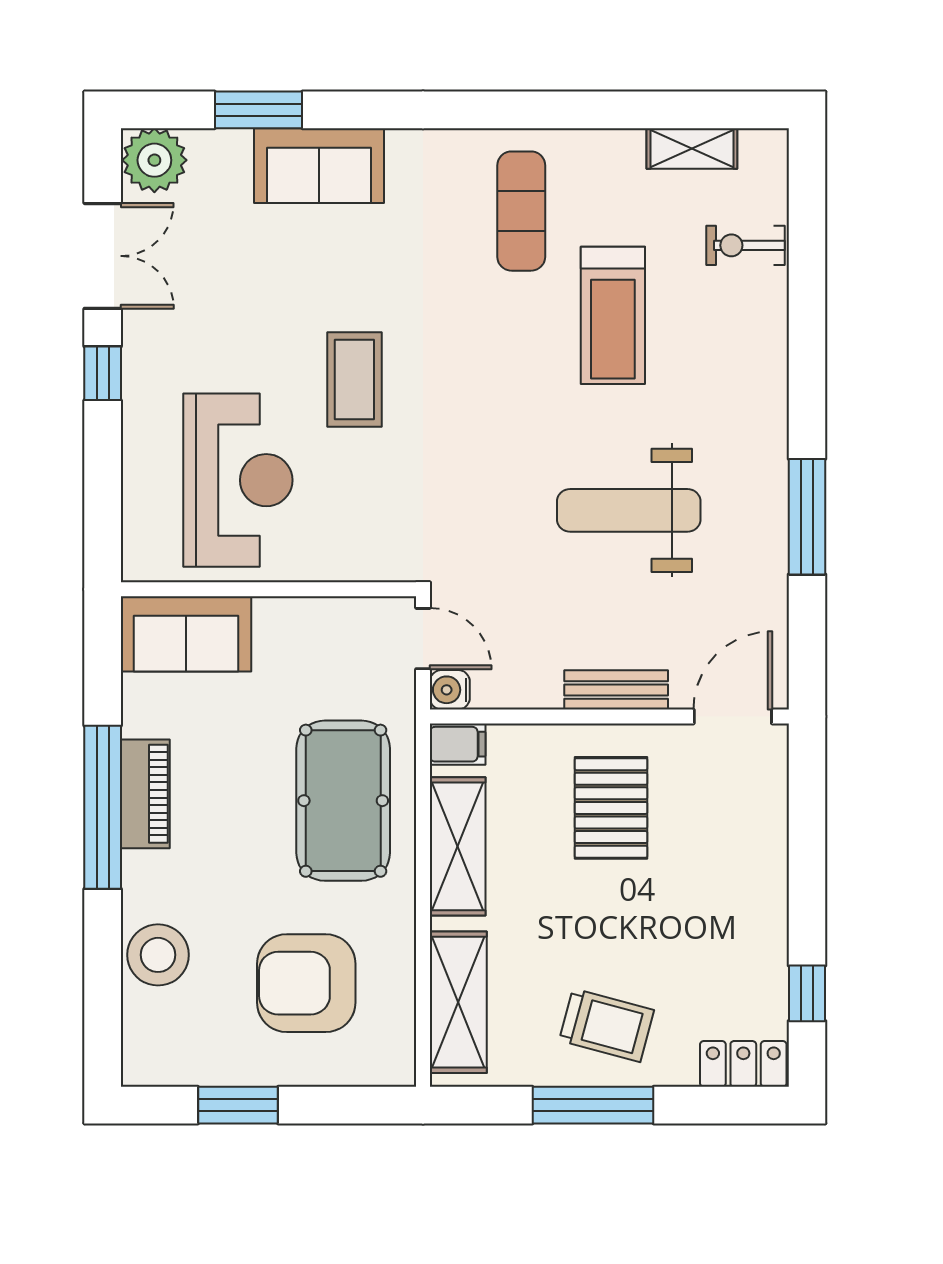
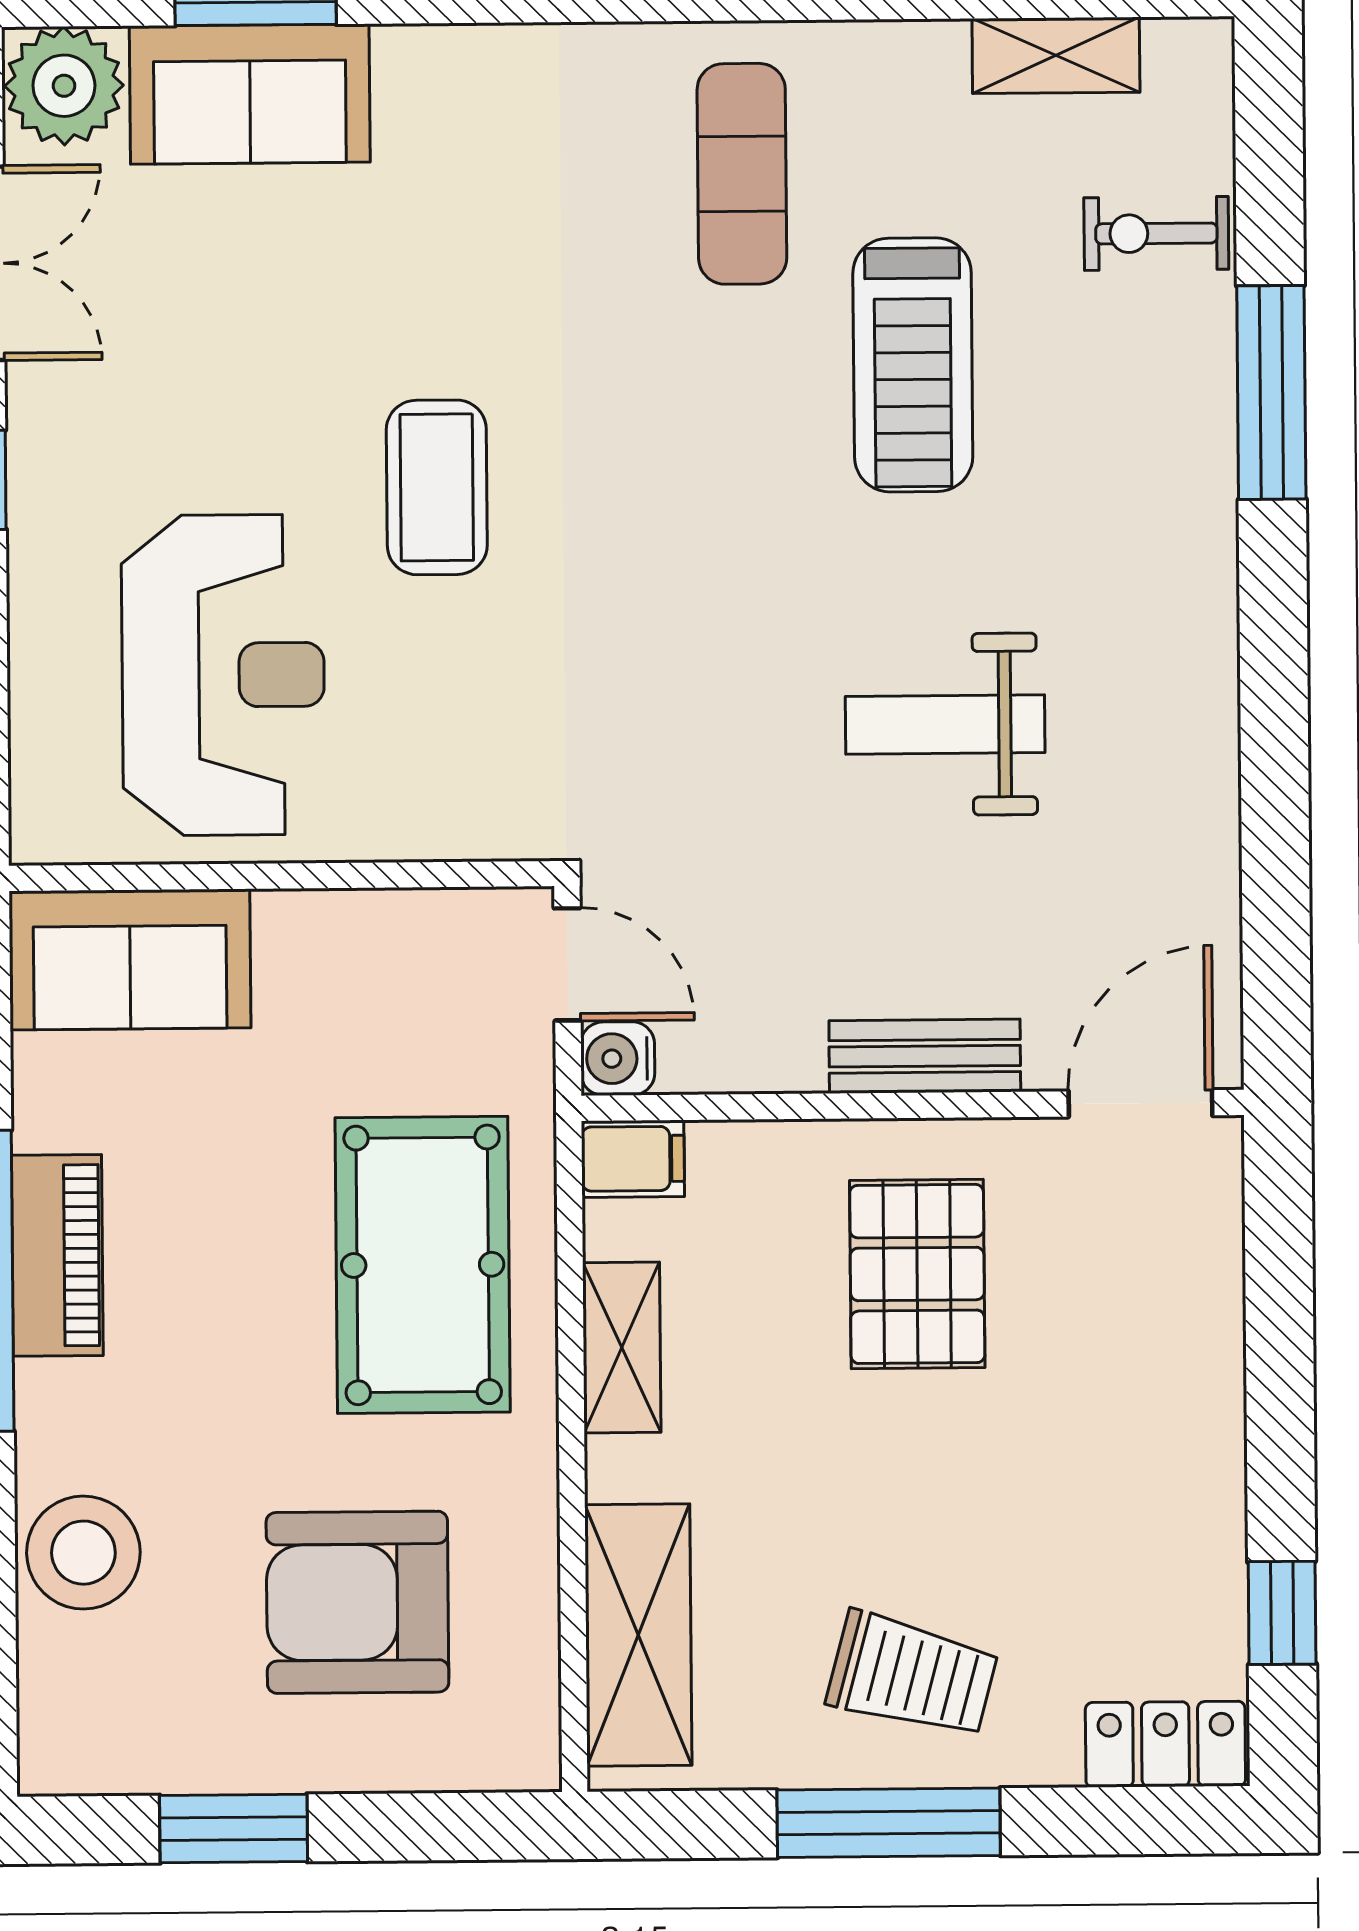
sofa: (319, 166) -> (250, 94), moved
weight bench: (629, 510) -> (945, 725), width x0.73, depth x0.75
window: (807, 517) -> (1271, 392), moved
shelving: (458, 846) -> (622, 1348), width x0.67, depth x0.75

